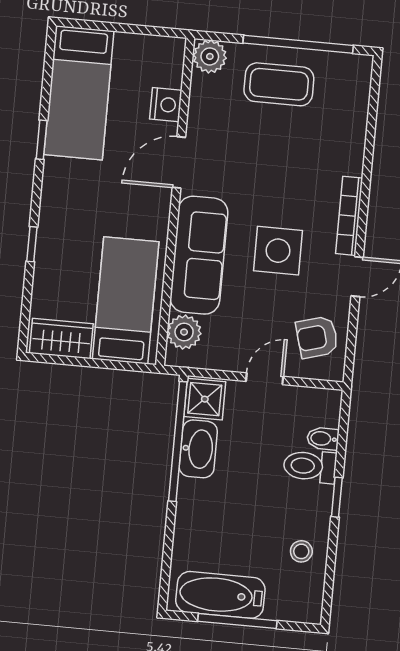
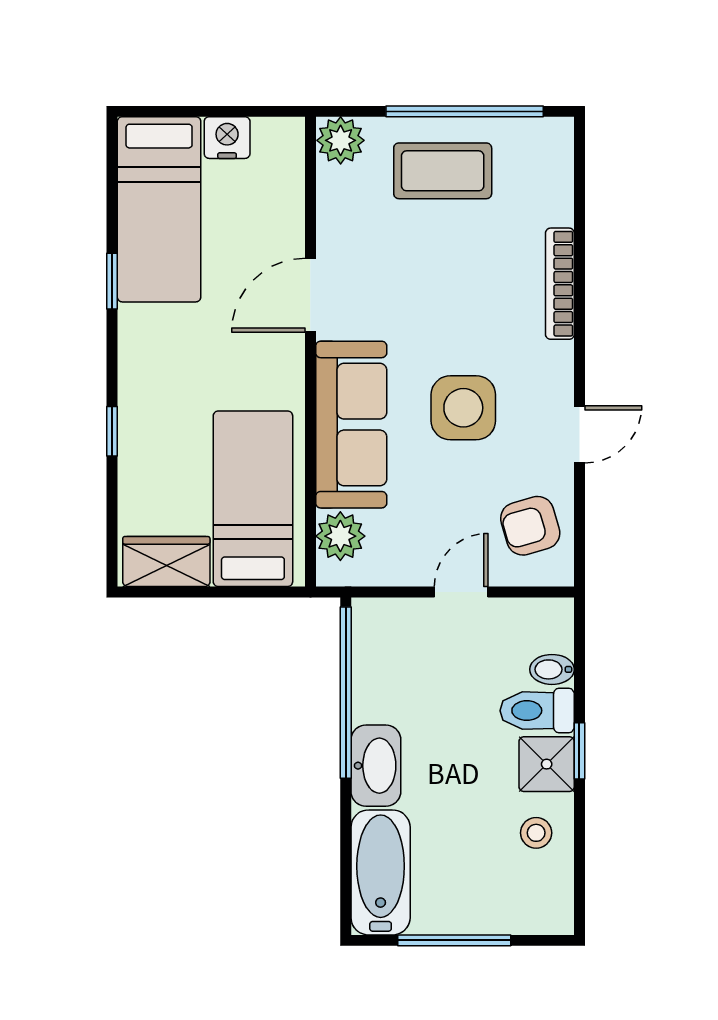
nightstand: (166, 105) -> (227, 138), moved, turned -90
bookcase: (349, 216) -> (560, 284), moved
shower: (205, 399) -> (547, 764), moved
washbasin: (198, 449) -> (376, 766), moved
bathtub: (220, 595) -> (381, 872), moved, turned 90

